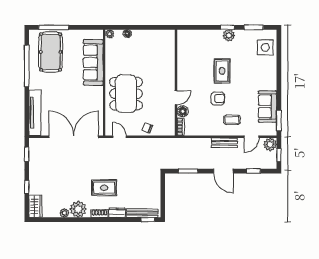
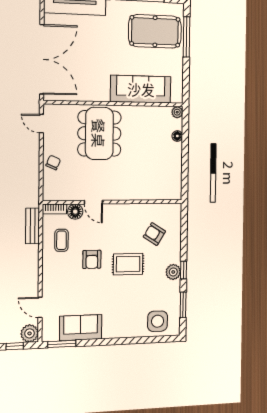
armchair: (200, 51) -> (154, 234), added
dining table: (126, 94) -> (99, 133), turned 90
coffee table: (232, 120) -> (61, 240), moved
door: (119, 137) -> (41, 124), swing flipped
bench: (224, 143) -> (32, 226), moved

